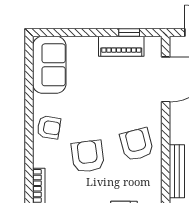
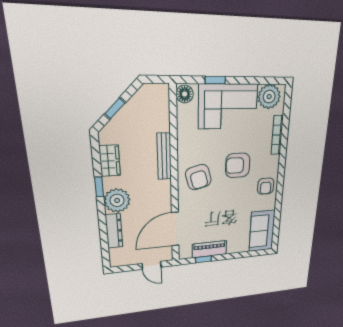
armchair: (49, 127) -> (266, 186), turned -99
armchair: (88, 156) -> (238, 165), turned 97

